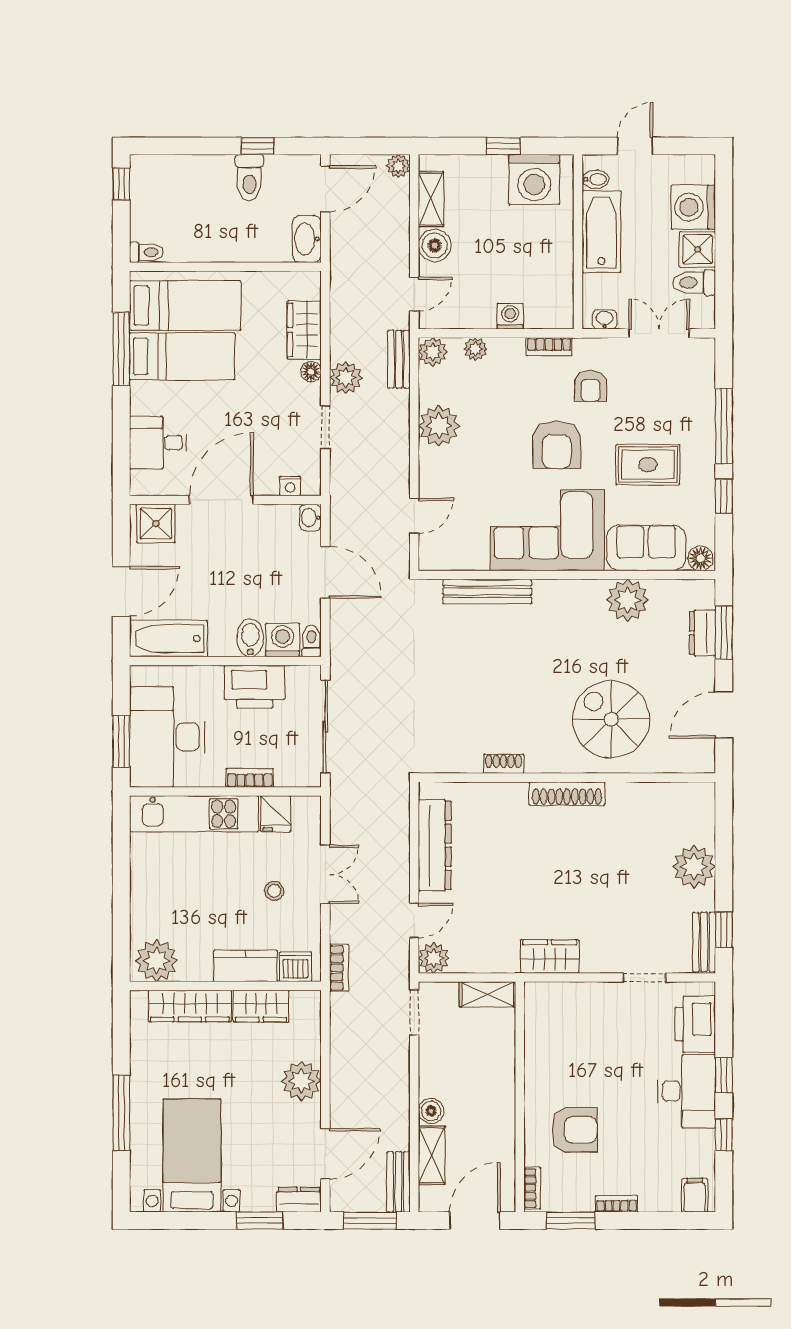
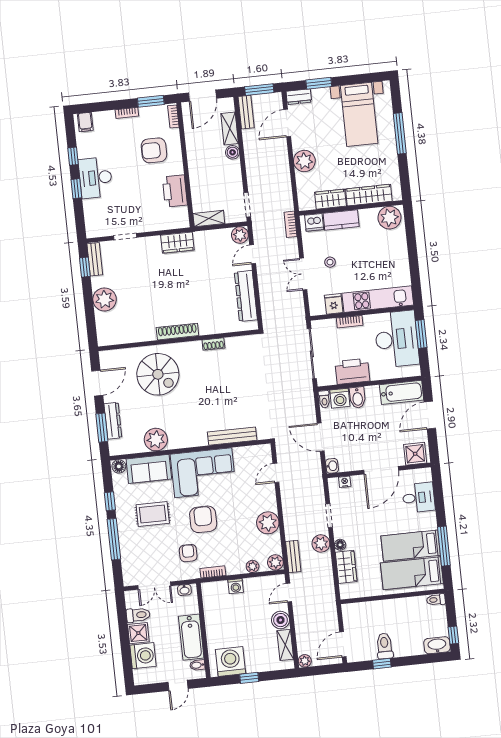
washbasin: (307, 239) -> (437, 645), moved, turned -90
dresser: (703, 633) -> (113, 421), width x1.44
printer: (695, 1024) -> (175, 191), moved, turned 180

